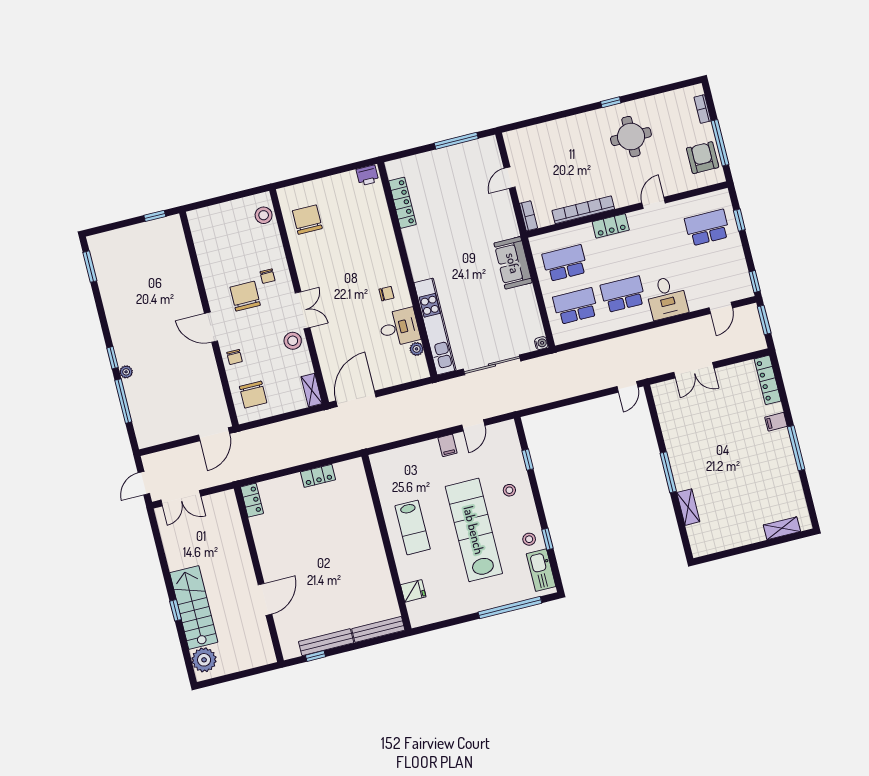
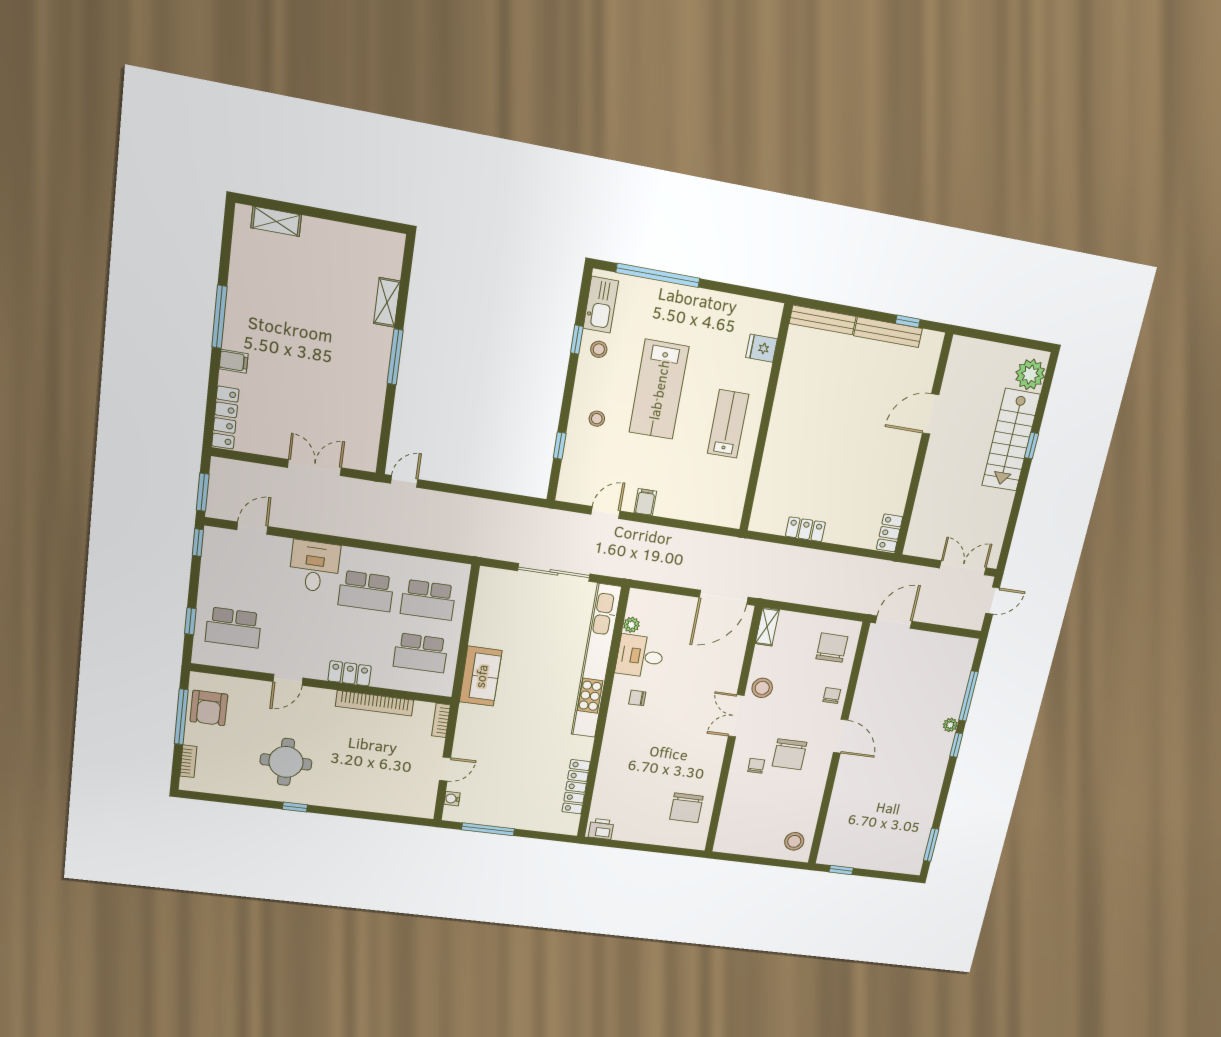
stool: (264, 215) -> (794, 841), moved
kitchen unit: (435, 327) -> (596, 661), width x1.36
water cooler: (541, 343) -> (452, 799), moved
lab bench: (474, 530) -> (659, 390), width x0.73

